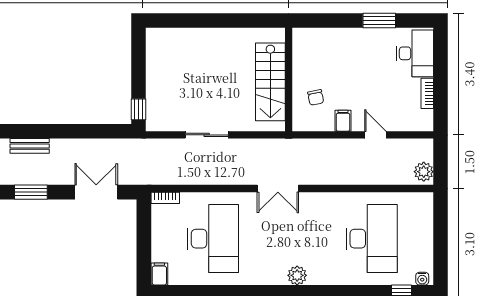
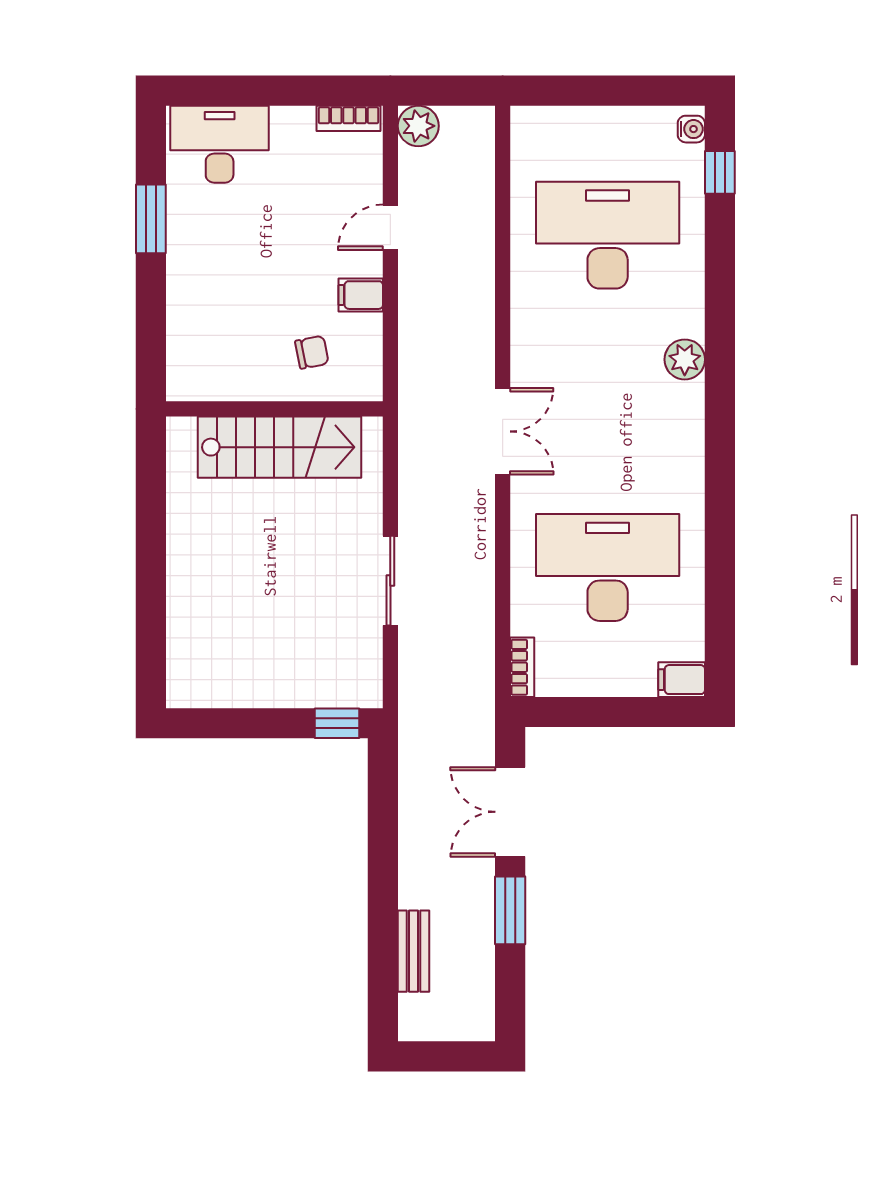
bookcase: (427, 93) -> (348, 118), moved
plant: (424, 172) -> (418, 126), moved
window: (31, 192) -> (510, 910), moved
plant: (297, 275) -> (685, 359), moved

